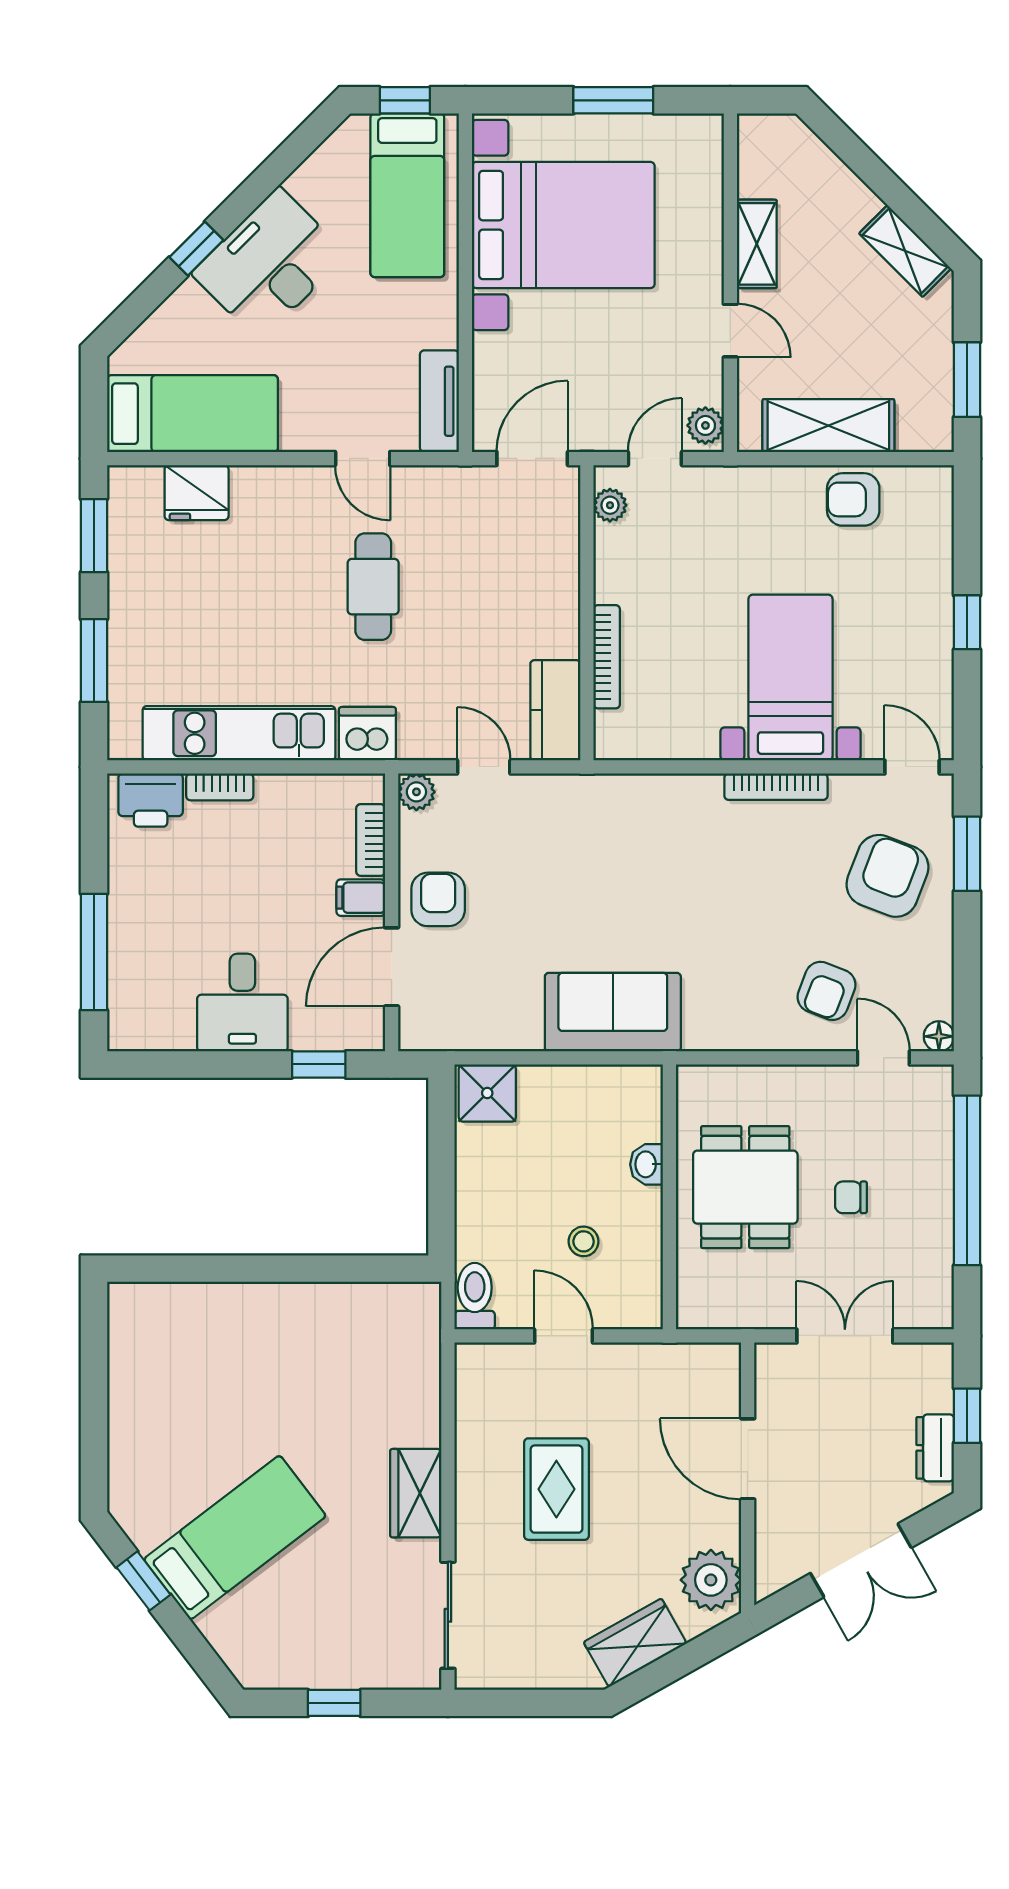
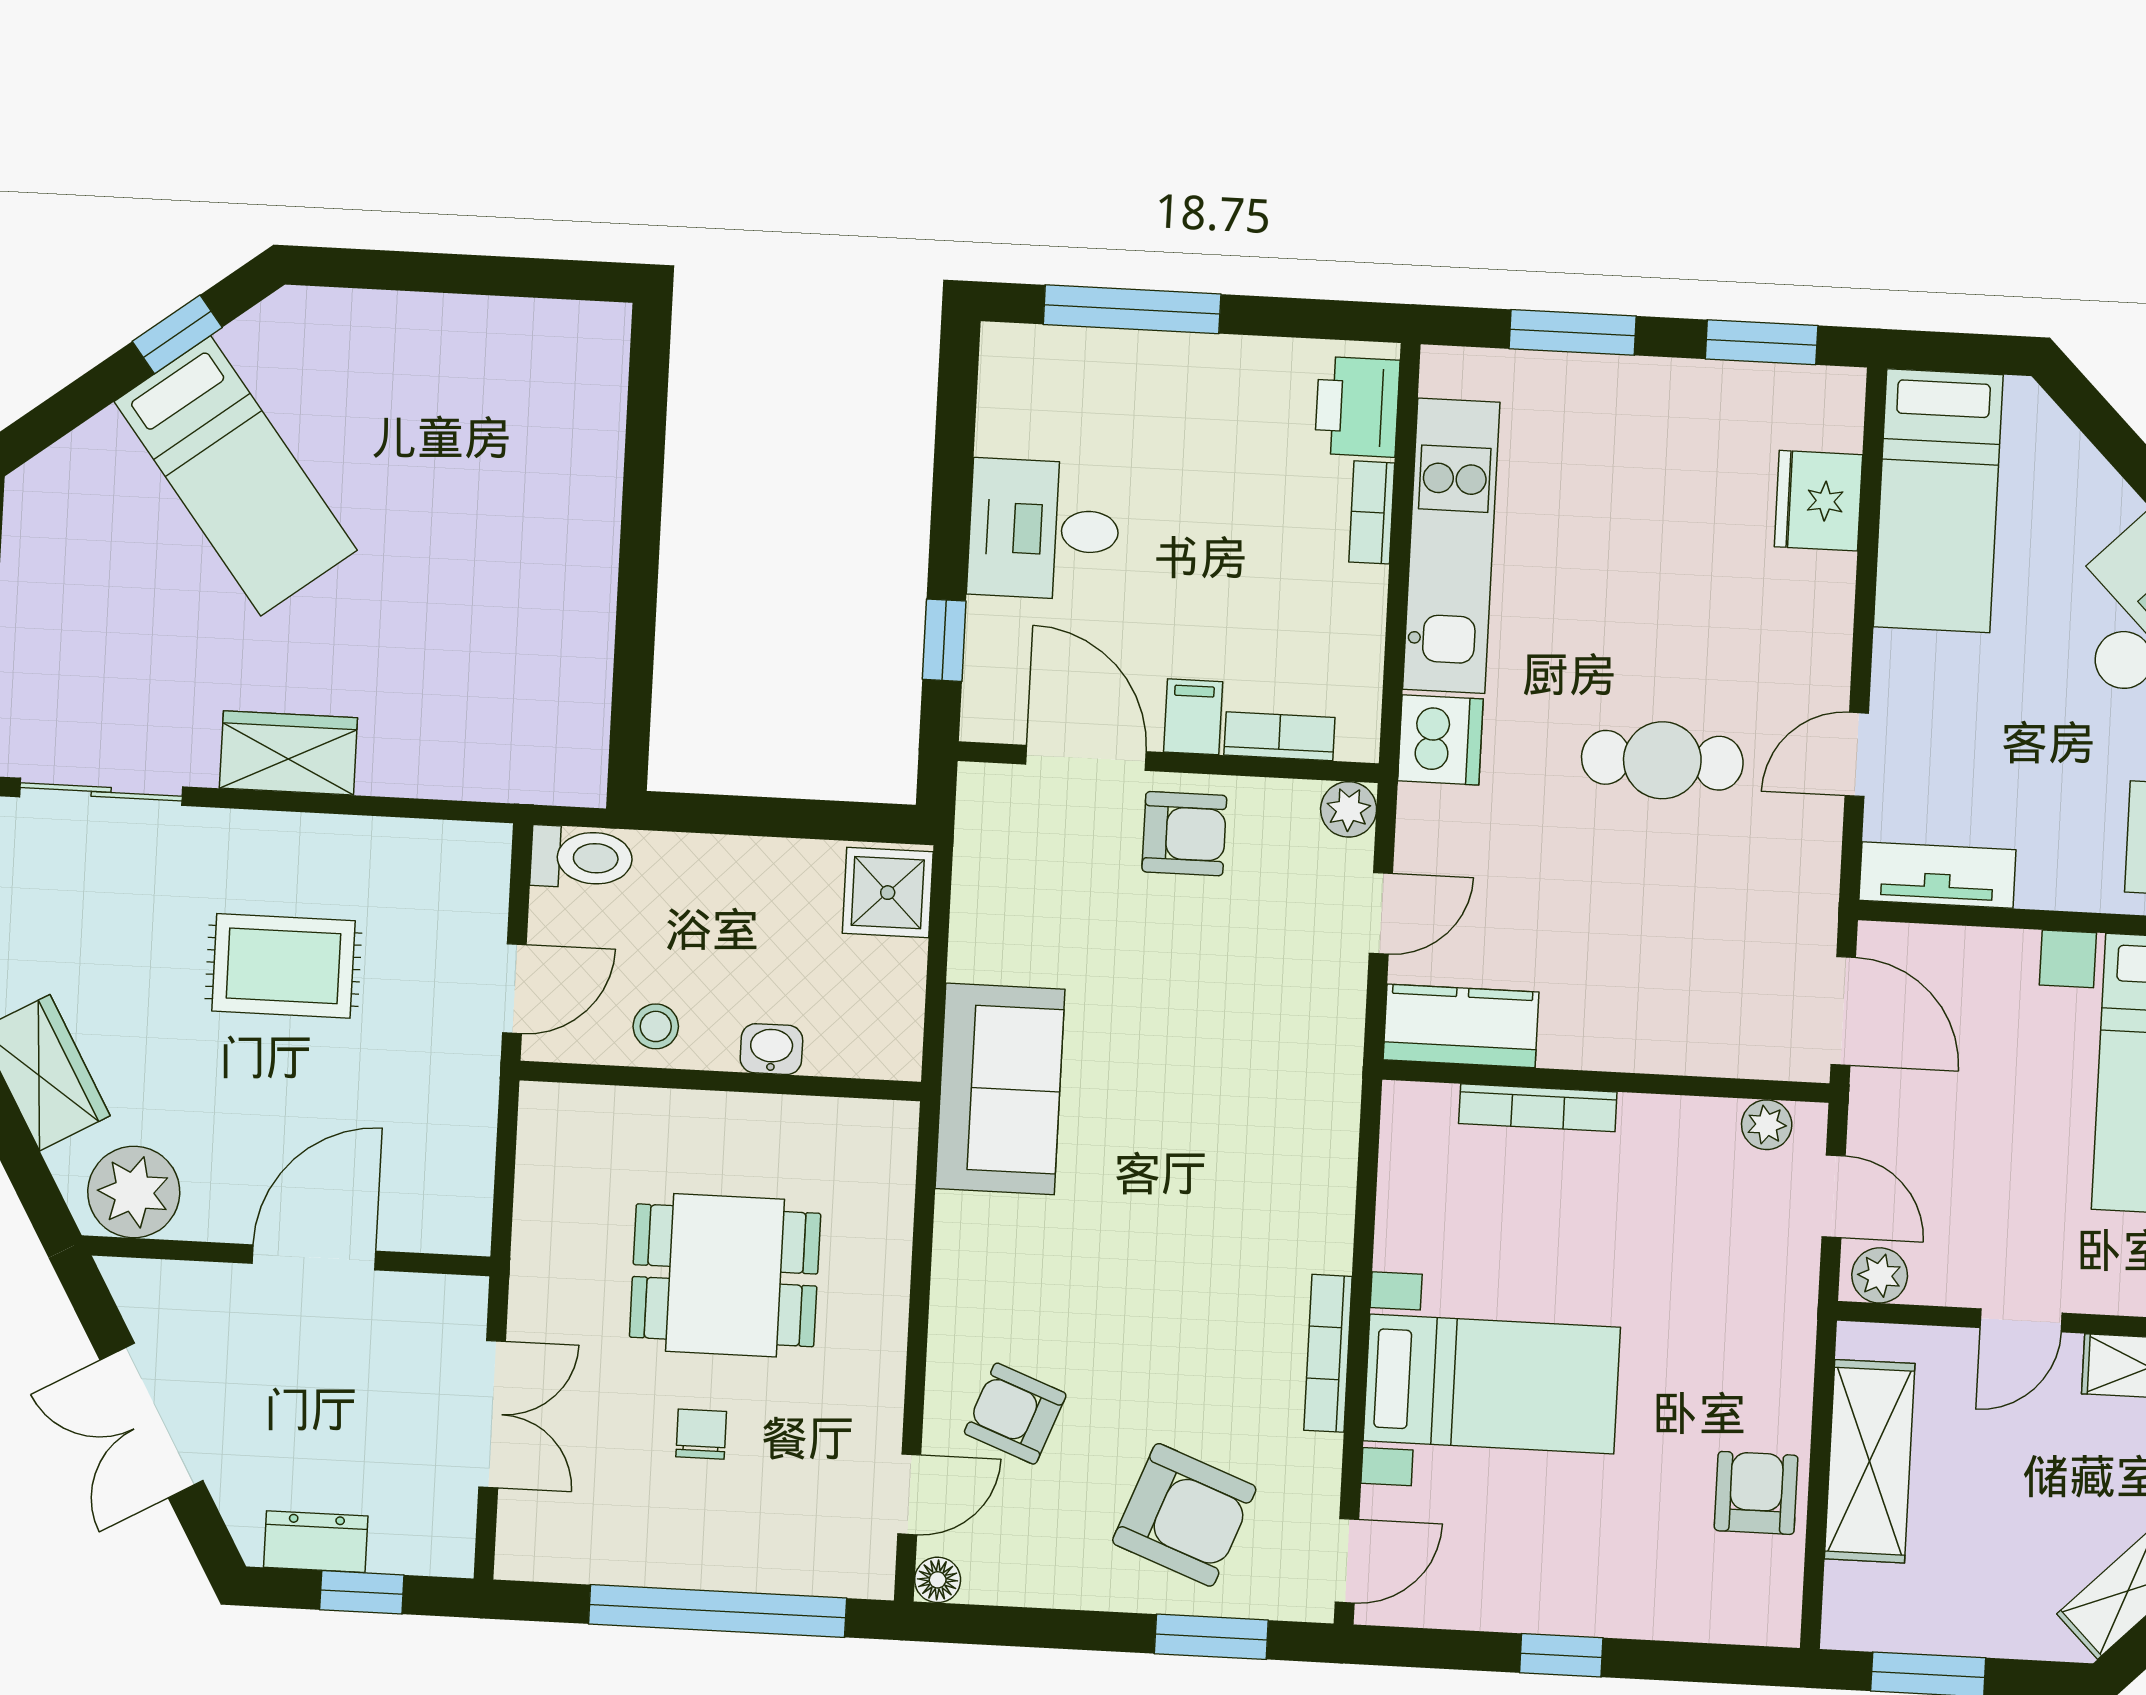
washbasin: (647, 1164) -> (771, 1049), moved
wall: (669, 1197) -> (720, 1081), moved

